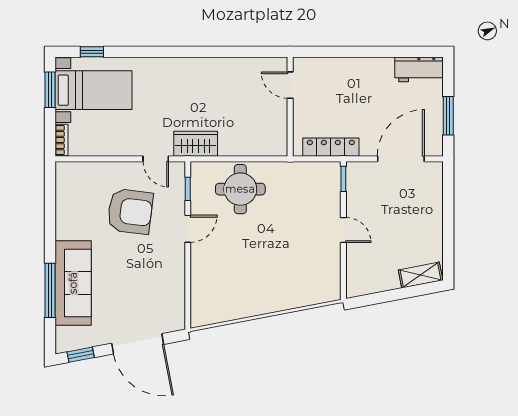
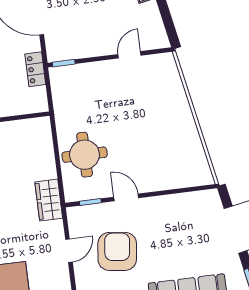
locker: (331, 147) -> (35, 69), width x0.66
door: (156, 159) -> (69, 251), moved
door: (343, 230) -> (129, 55), moved

